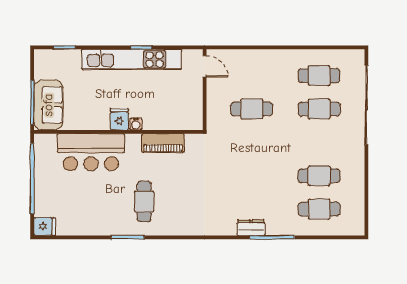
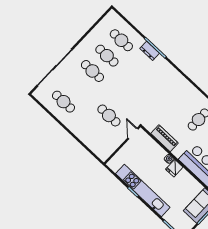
door: (205, 66) -> (133, 134), moved
cafe table: (319, 109) -> (92, 71), moved
dresser: (251, 228) -> (150, 51), moved

